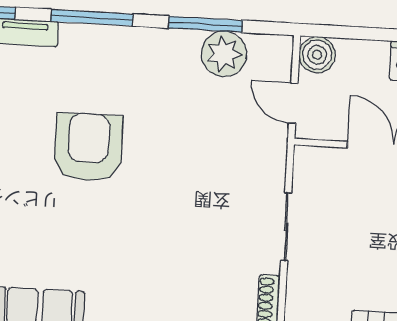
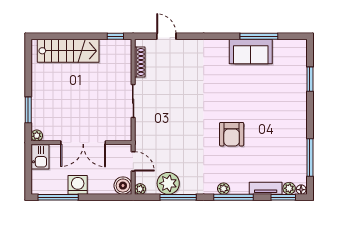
plant: (111, 37) -> (223, 189), added
plant: (282, 46) -> (140, 189), added
armchair: (88, 147) -> (232, 134), width x0.73, depth x0.73

